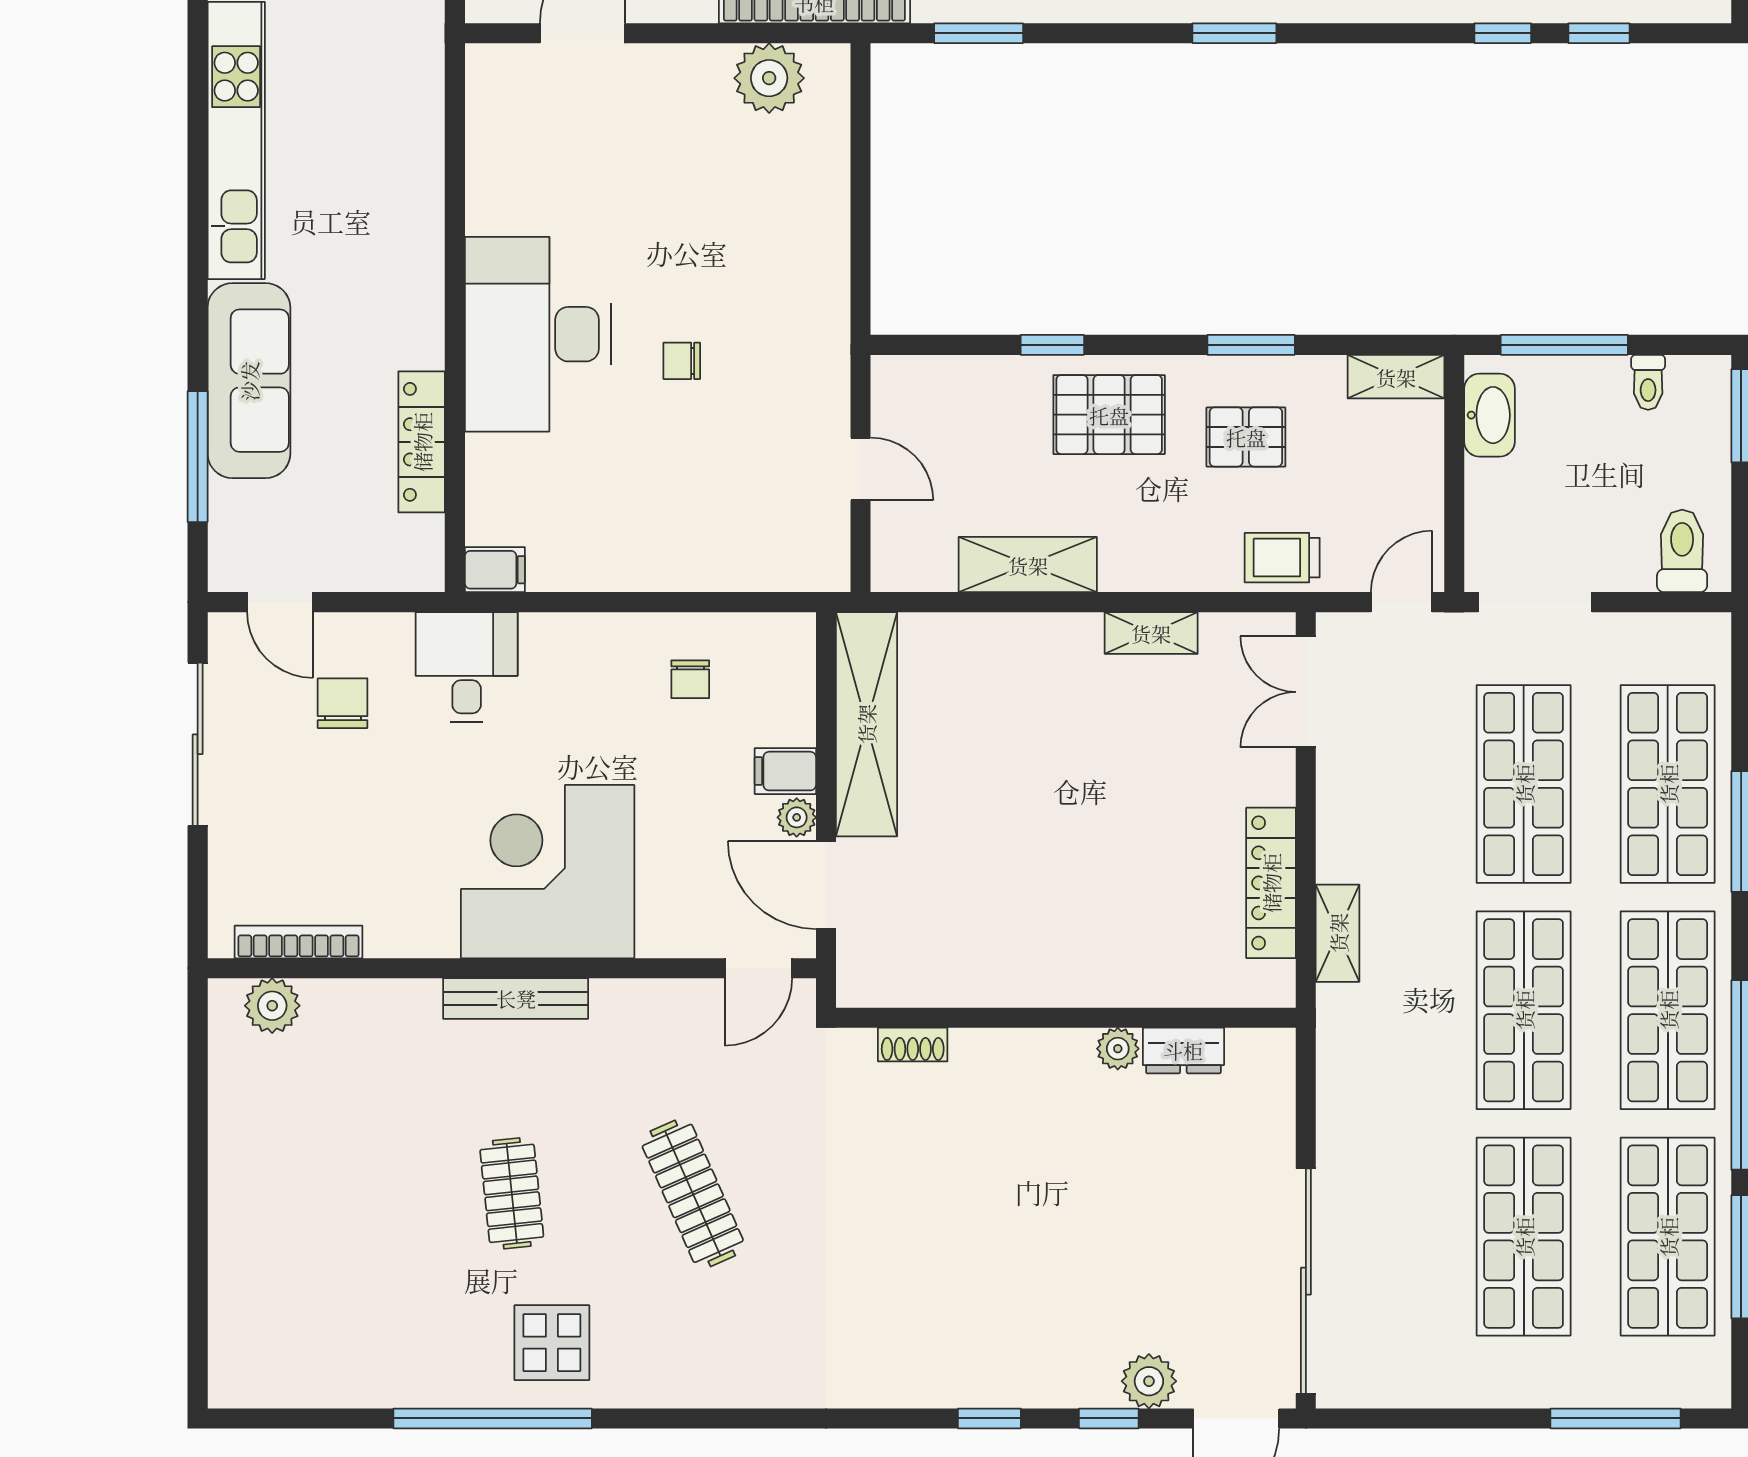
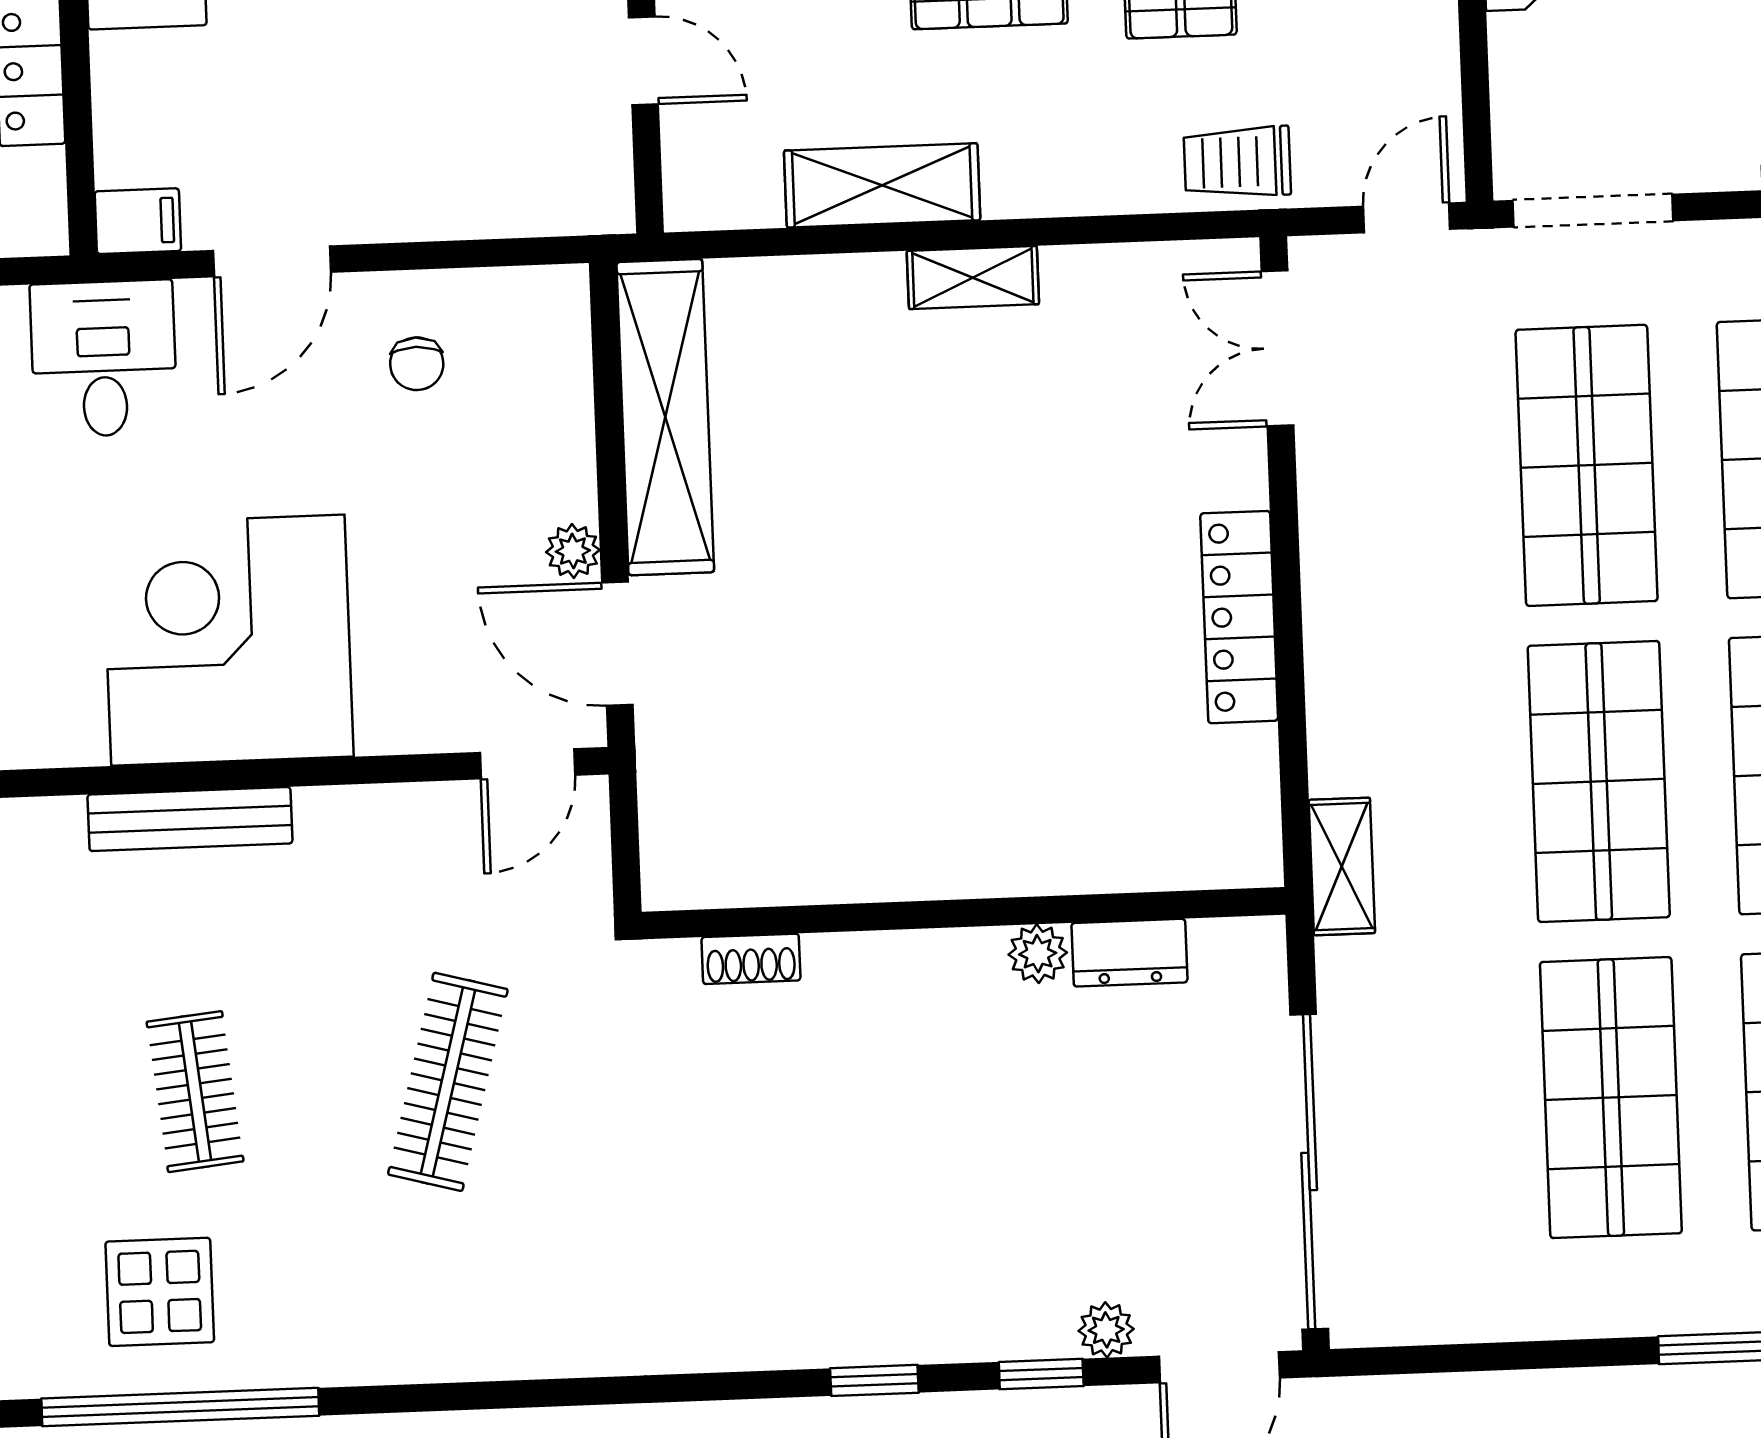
door: (590, 602) -> (272, 261), added
shelving: (1151, 633) -> (973, 278), moved
filing cabinet: (785, 771) -> (555, 487), removed
shelving: (1338, 933) -> (1342, 866), moved
wall: (1066, 1018) -> (963, 913), moved
shoe rack: (913, 1045) -> (751, 959), moved
plant: (1118, 1049) -> (1038, 954), moved
dresser: (1183, 1050) -> (1129, 953), moved
clothes rail: (693, 1193) -> (448, 1082), turned 39
display table: (552, 1343) -> (160, 1292), moved
plant: (1149, 1381) -> (1106, 1330), width x0.73, depth x0.73

